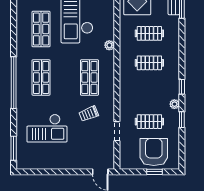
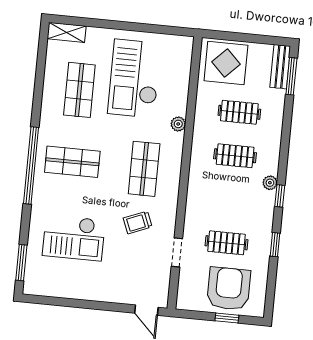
shop shelf: (41, 77) -> (72, 162), turned 90
plant: (174, 104) -> (270, 183), moved

